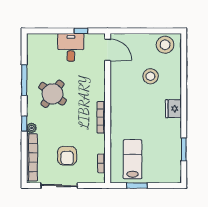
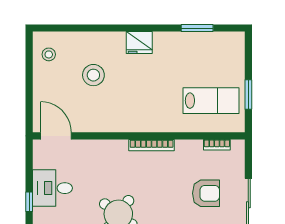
window: (81, 31) -> (29, 202), moved
stool: (165, 45) -> (49, 54), width x0.53, depth x0.53
door: (108, 50) -> (56, 136), hinge flipped
lab bench: (133, 159) -> (211, 101), turned 180

